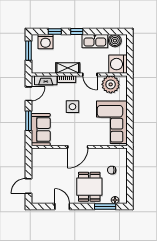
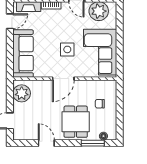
side table: (72, 107) -> (67, 49), moved
window: (28, 121) -> (10, 51), removed
sofa: (41, 130) -> (23, 54), width x1.36
plant: (39, 160) -> (22, 93), added

